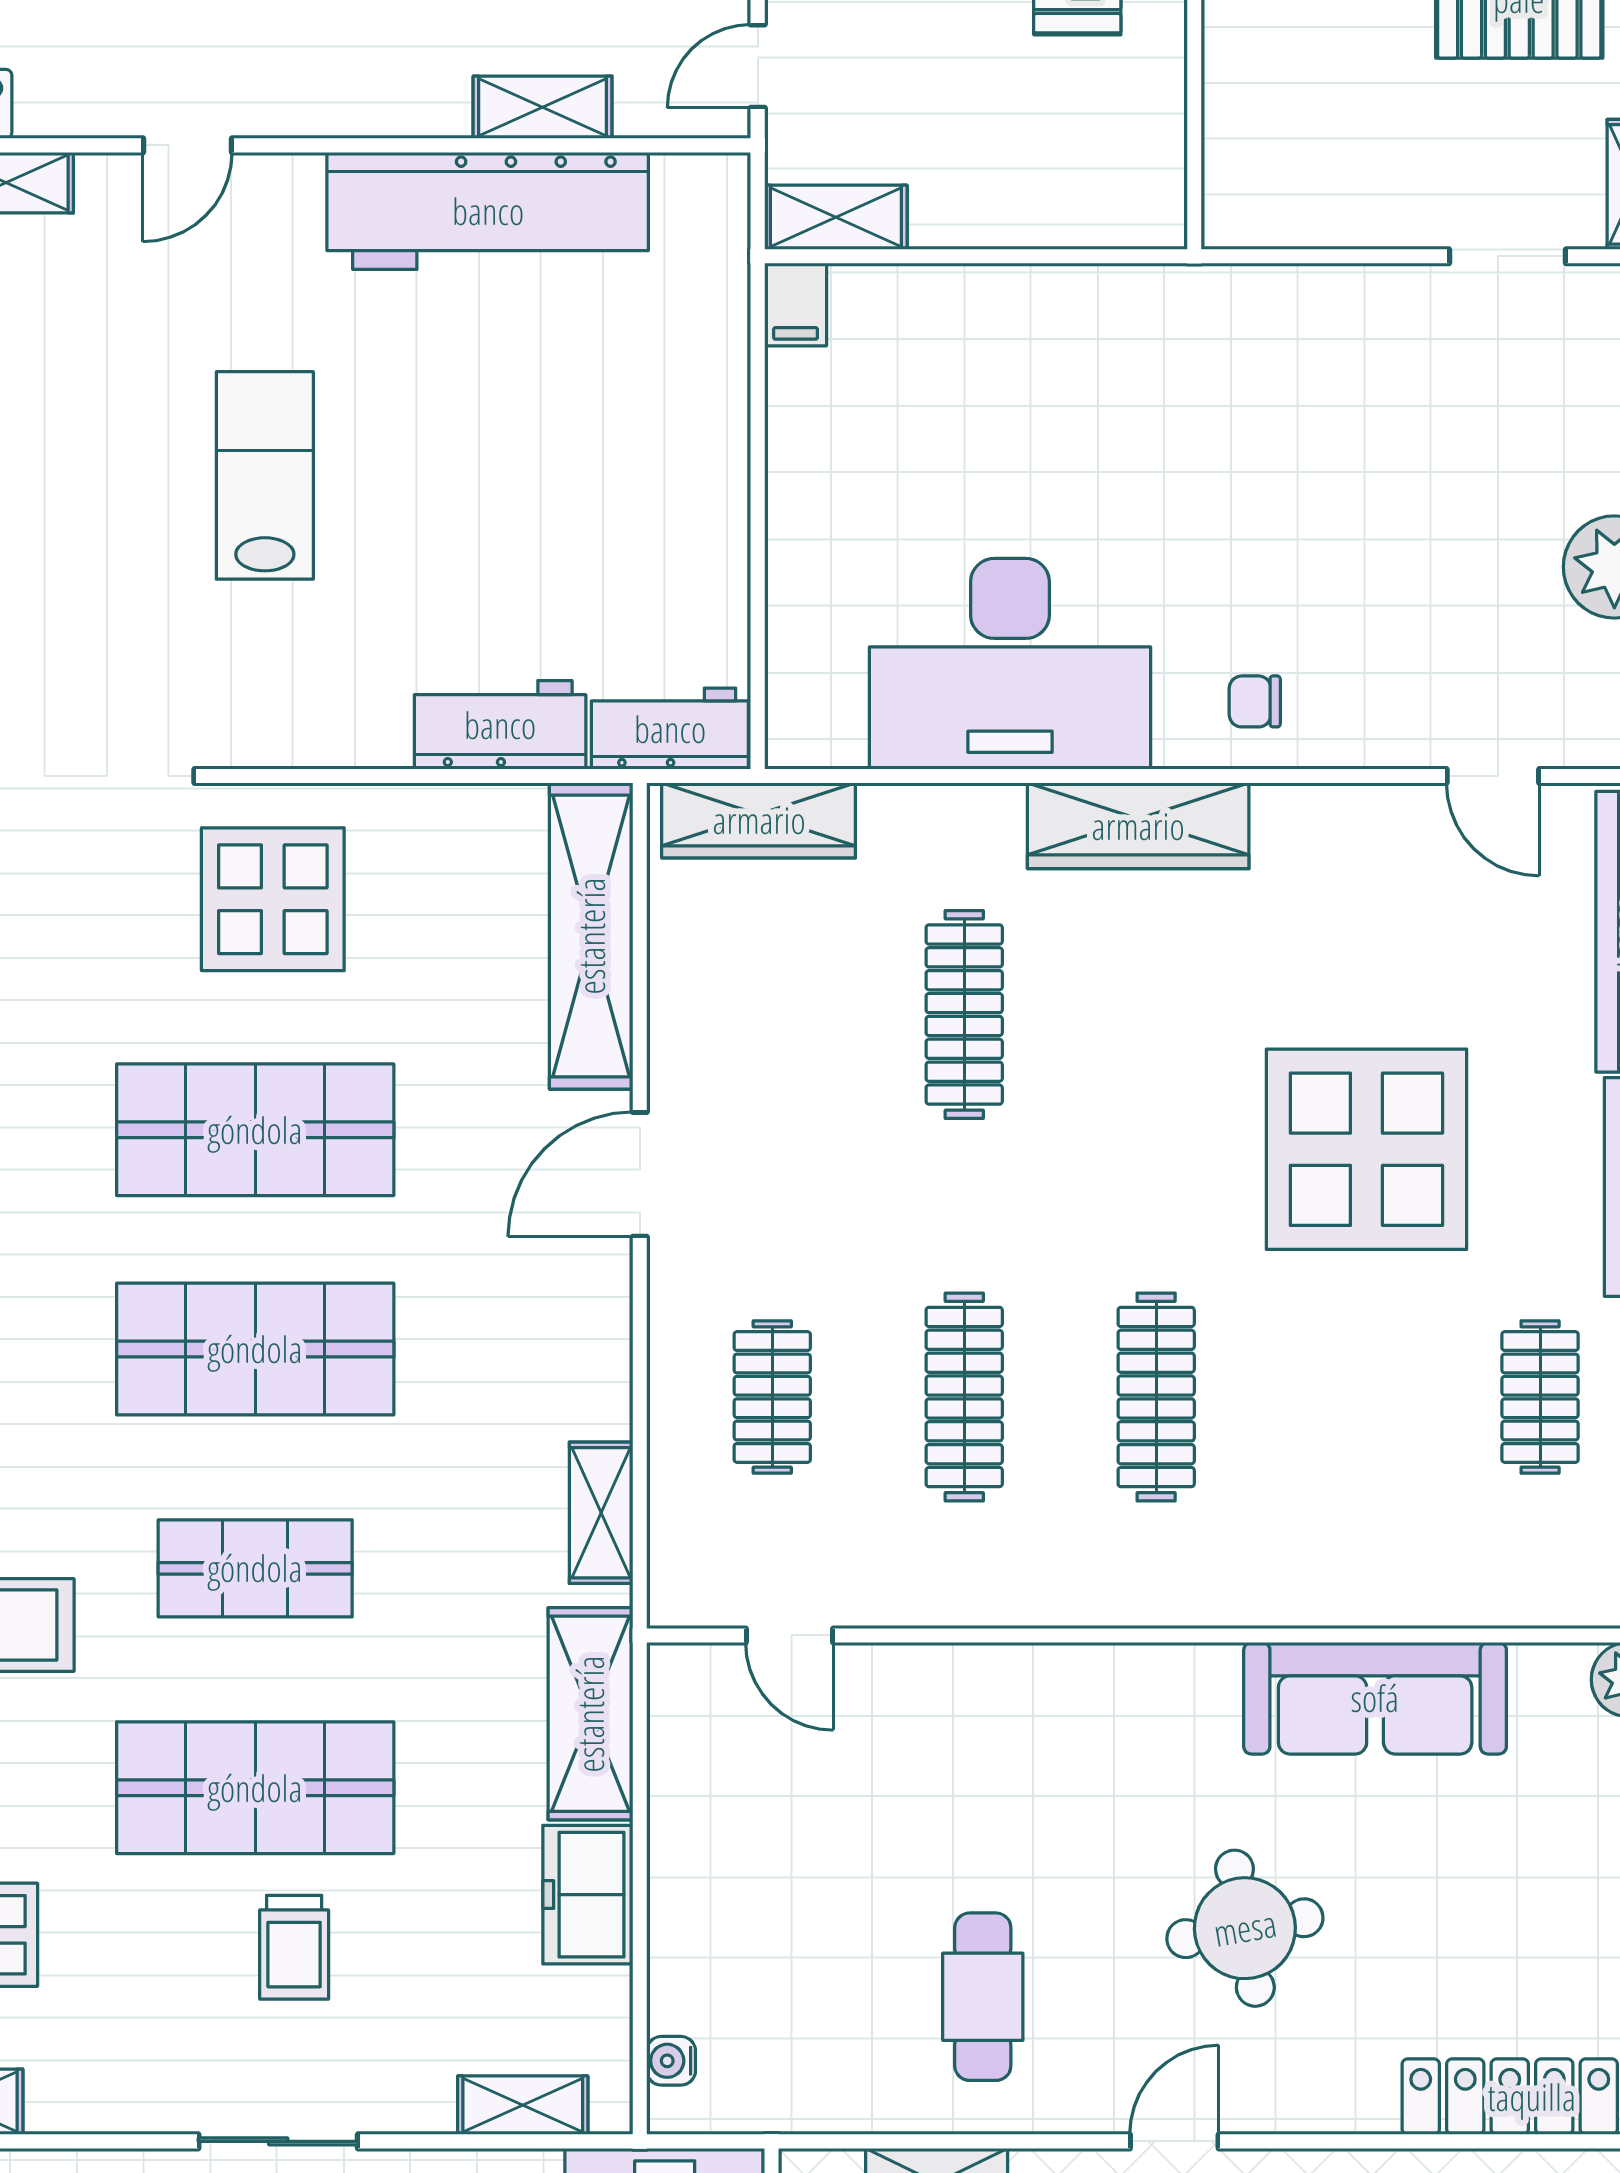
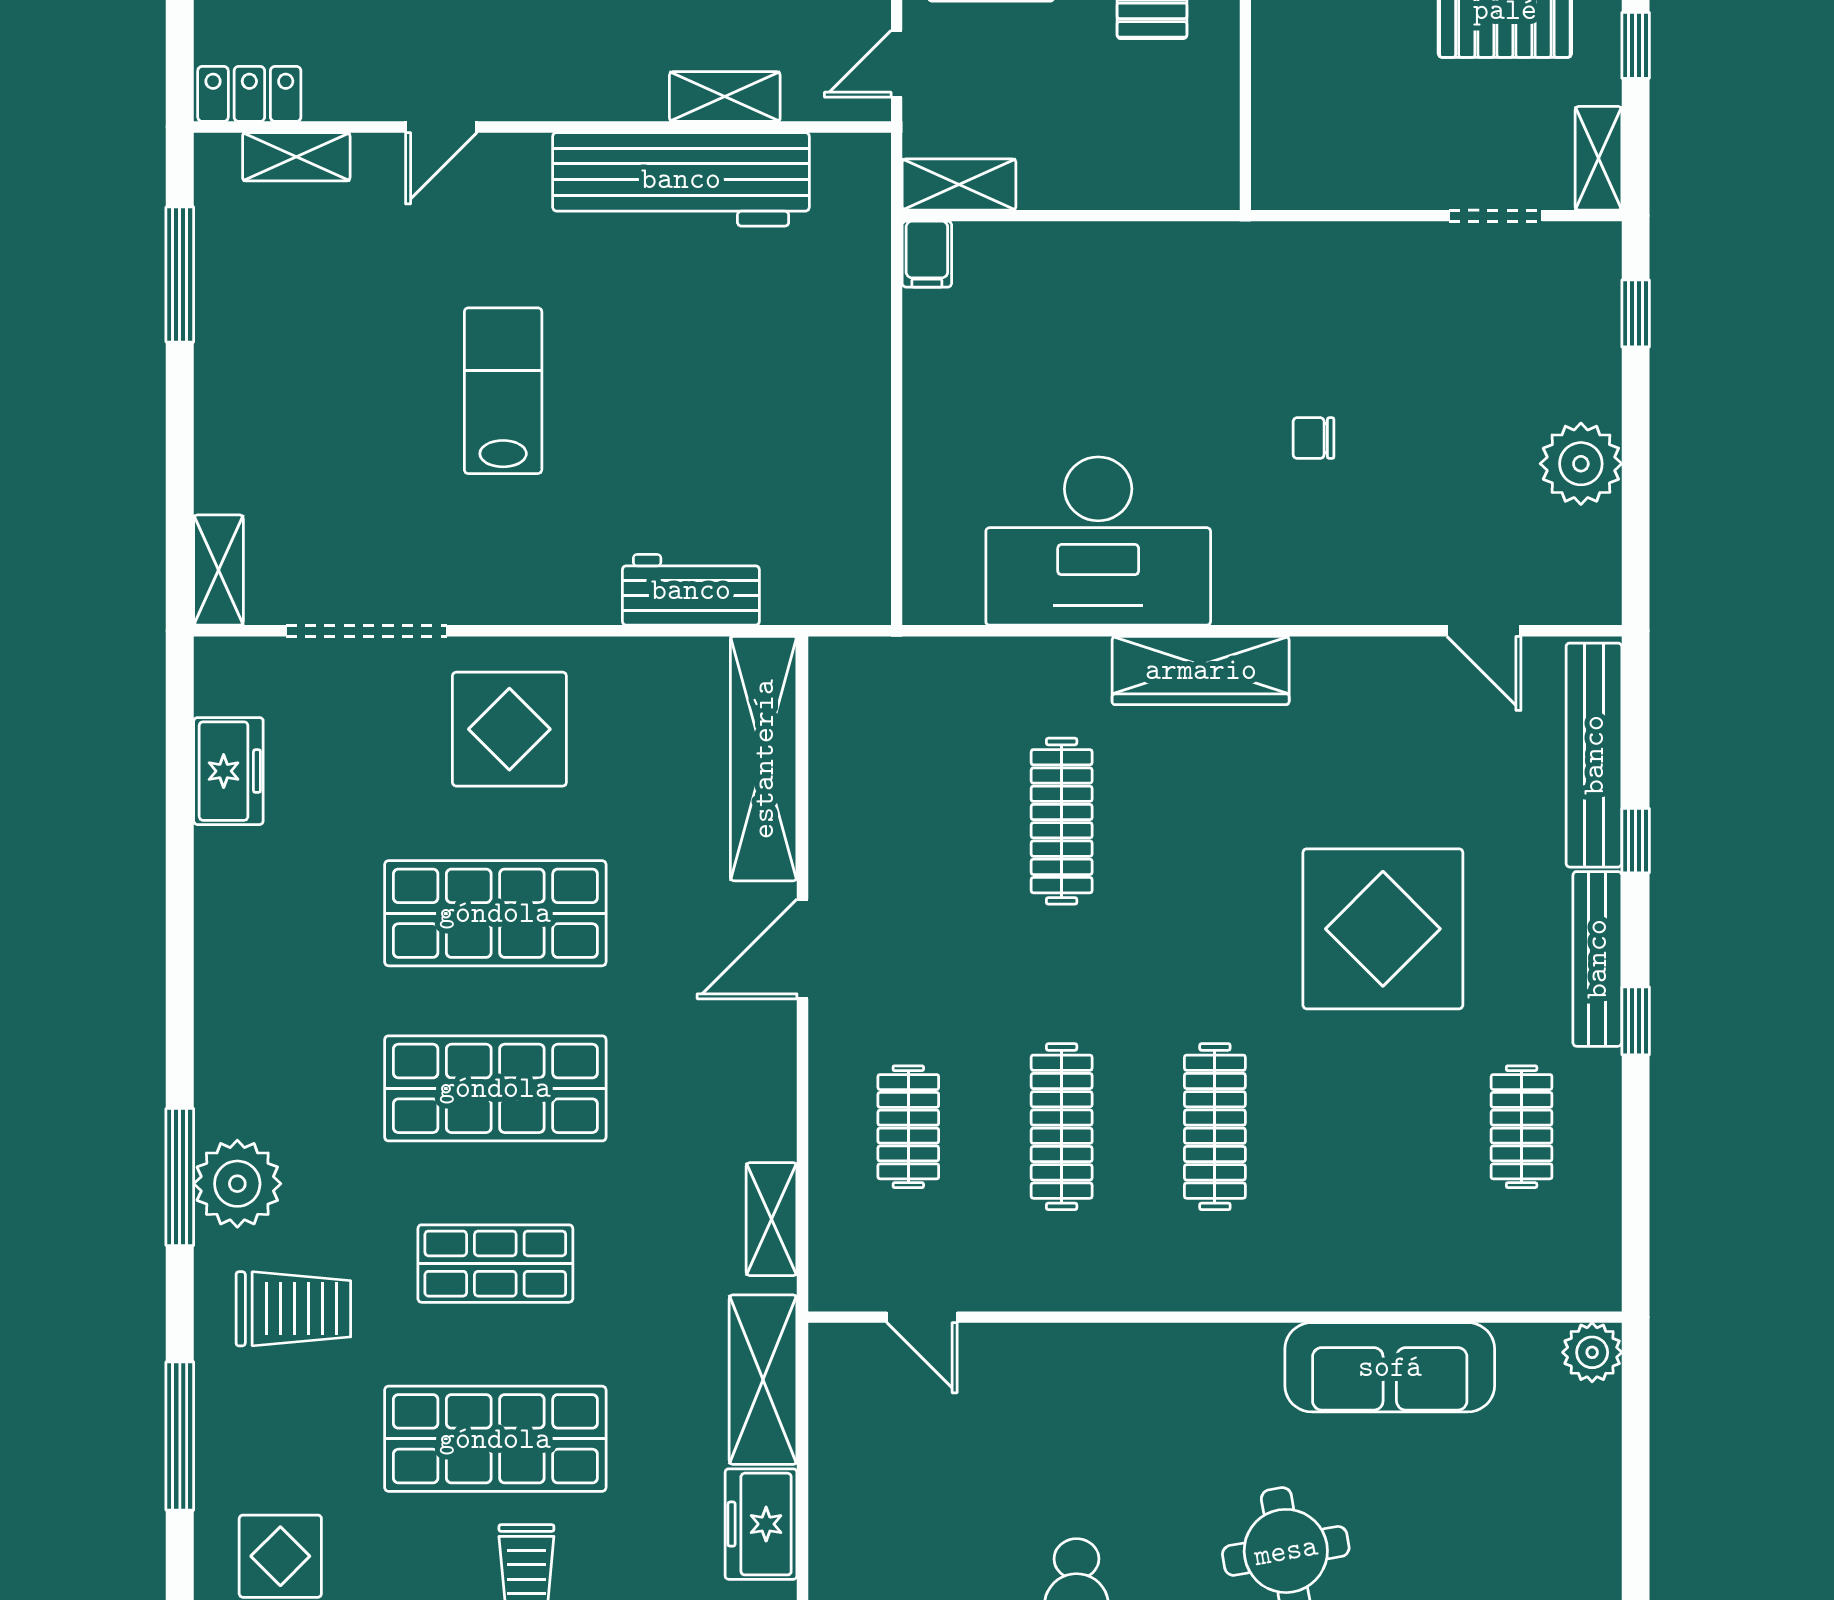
chair: (1255, 701) -> (1314, 438), moved
workbench: (670, 729) -> (826, 593), removed
wardrobe: (759, 820) -> (897, 666), removed

